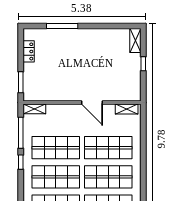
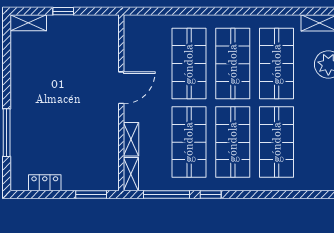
shelving: (127, 109) -> (131, 139), moved

